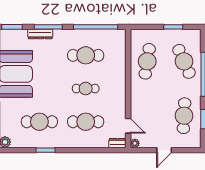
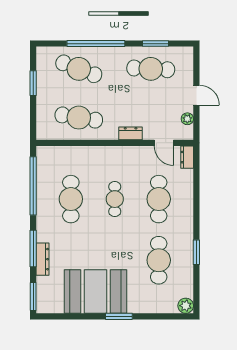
cafe table: (184, 61) -> (79, 69), turned 45
dresser: (135, 100) -> (131, 133), added
door: (128, 126) -> (164, 143), swing flipped
plant: (135, 143) -> (187, 119), moved

